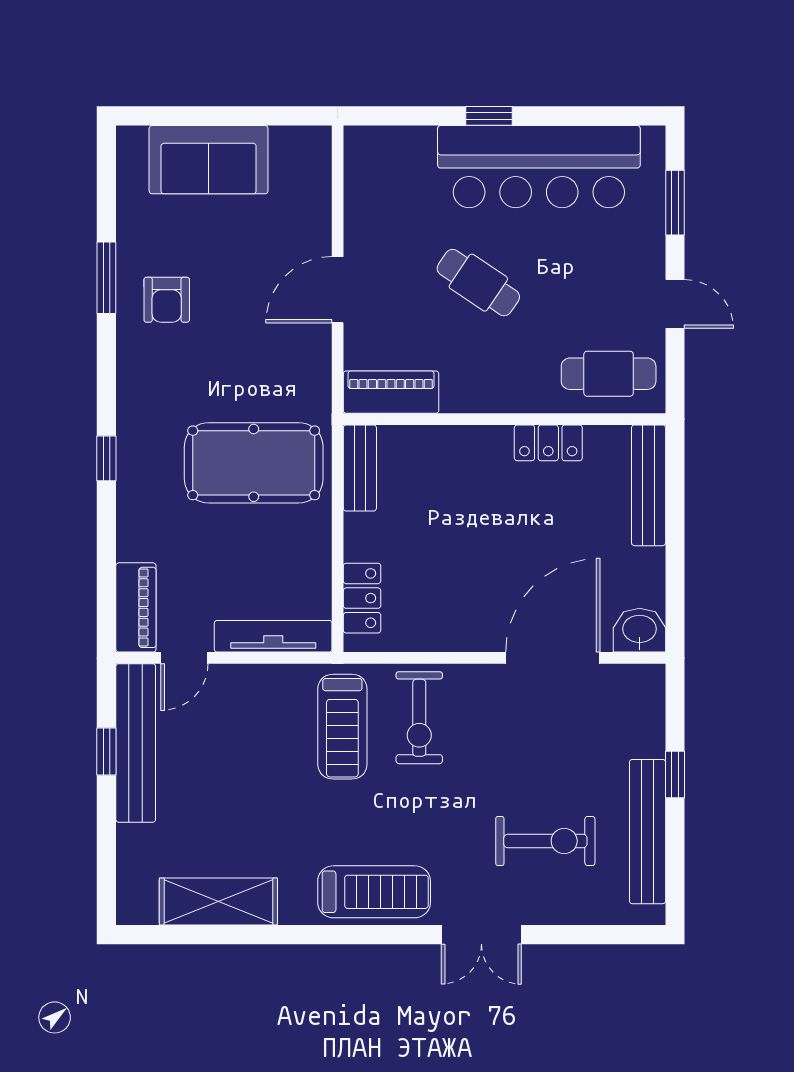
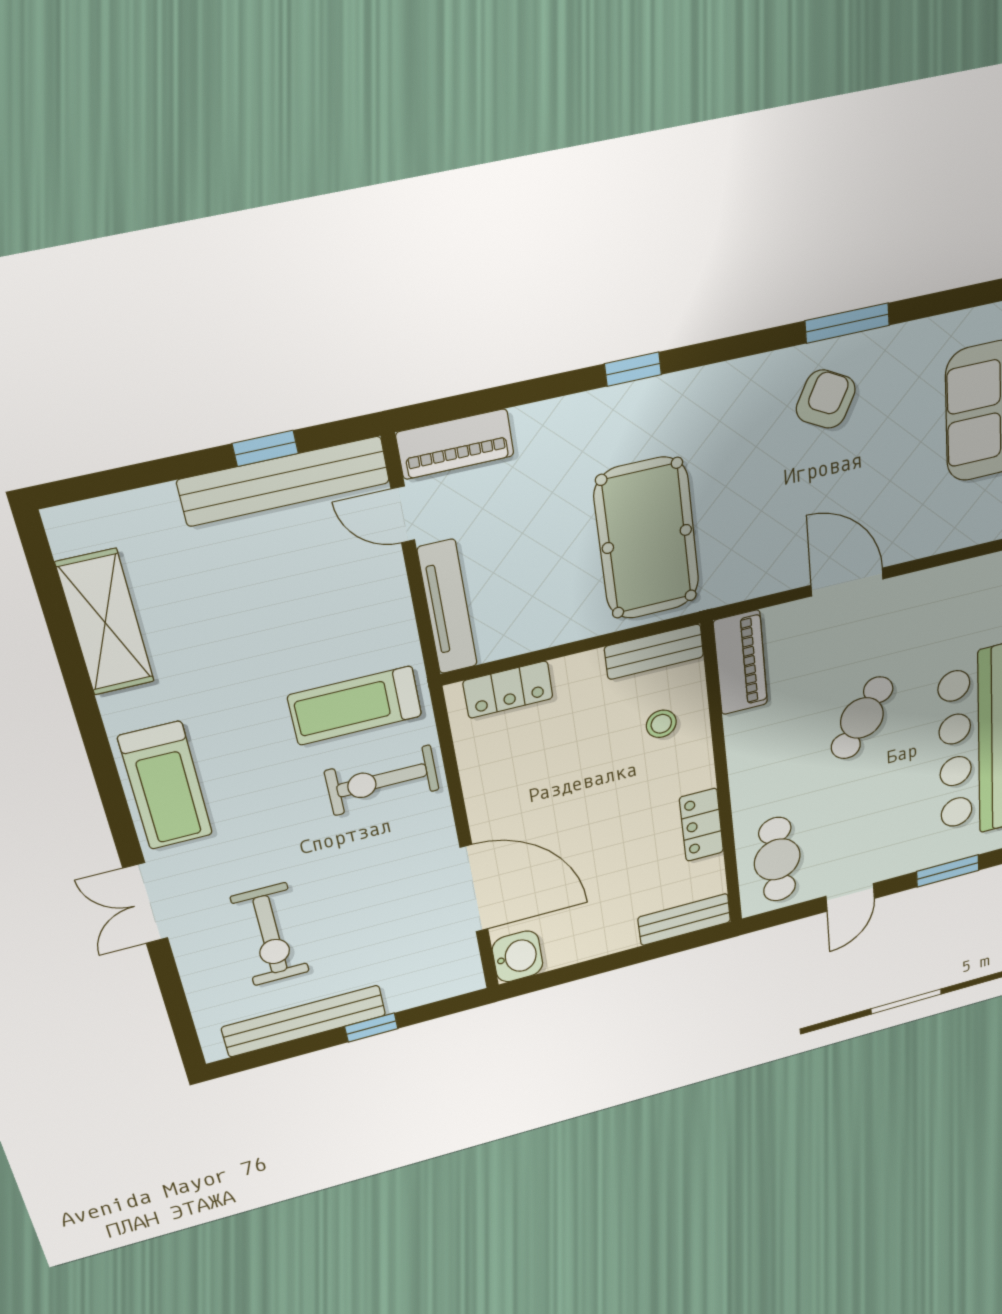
armchair: (167, 300) -> (826, 399), turned 118
stool: (432, 469) -> (661, 724), added
bench: (649, 485) -> (684, 920), width x0.73

